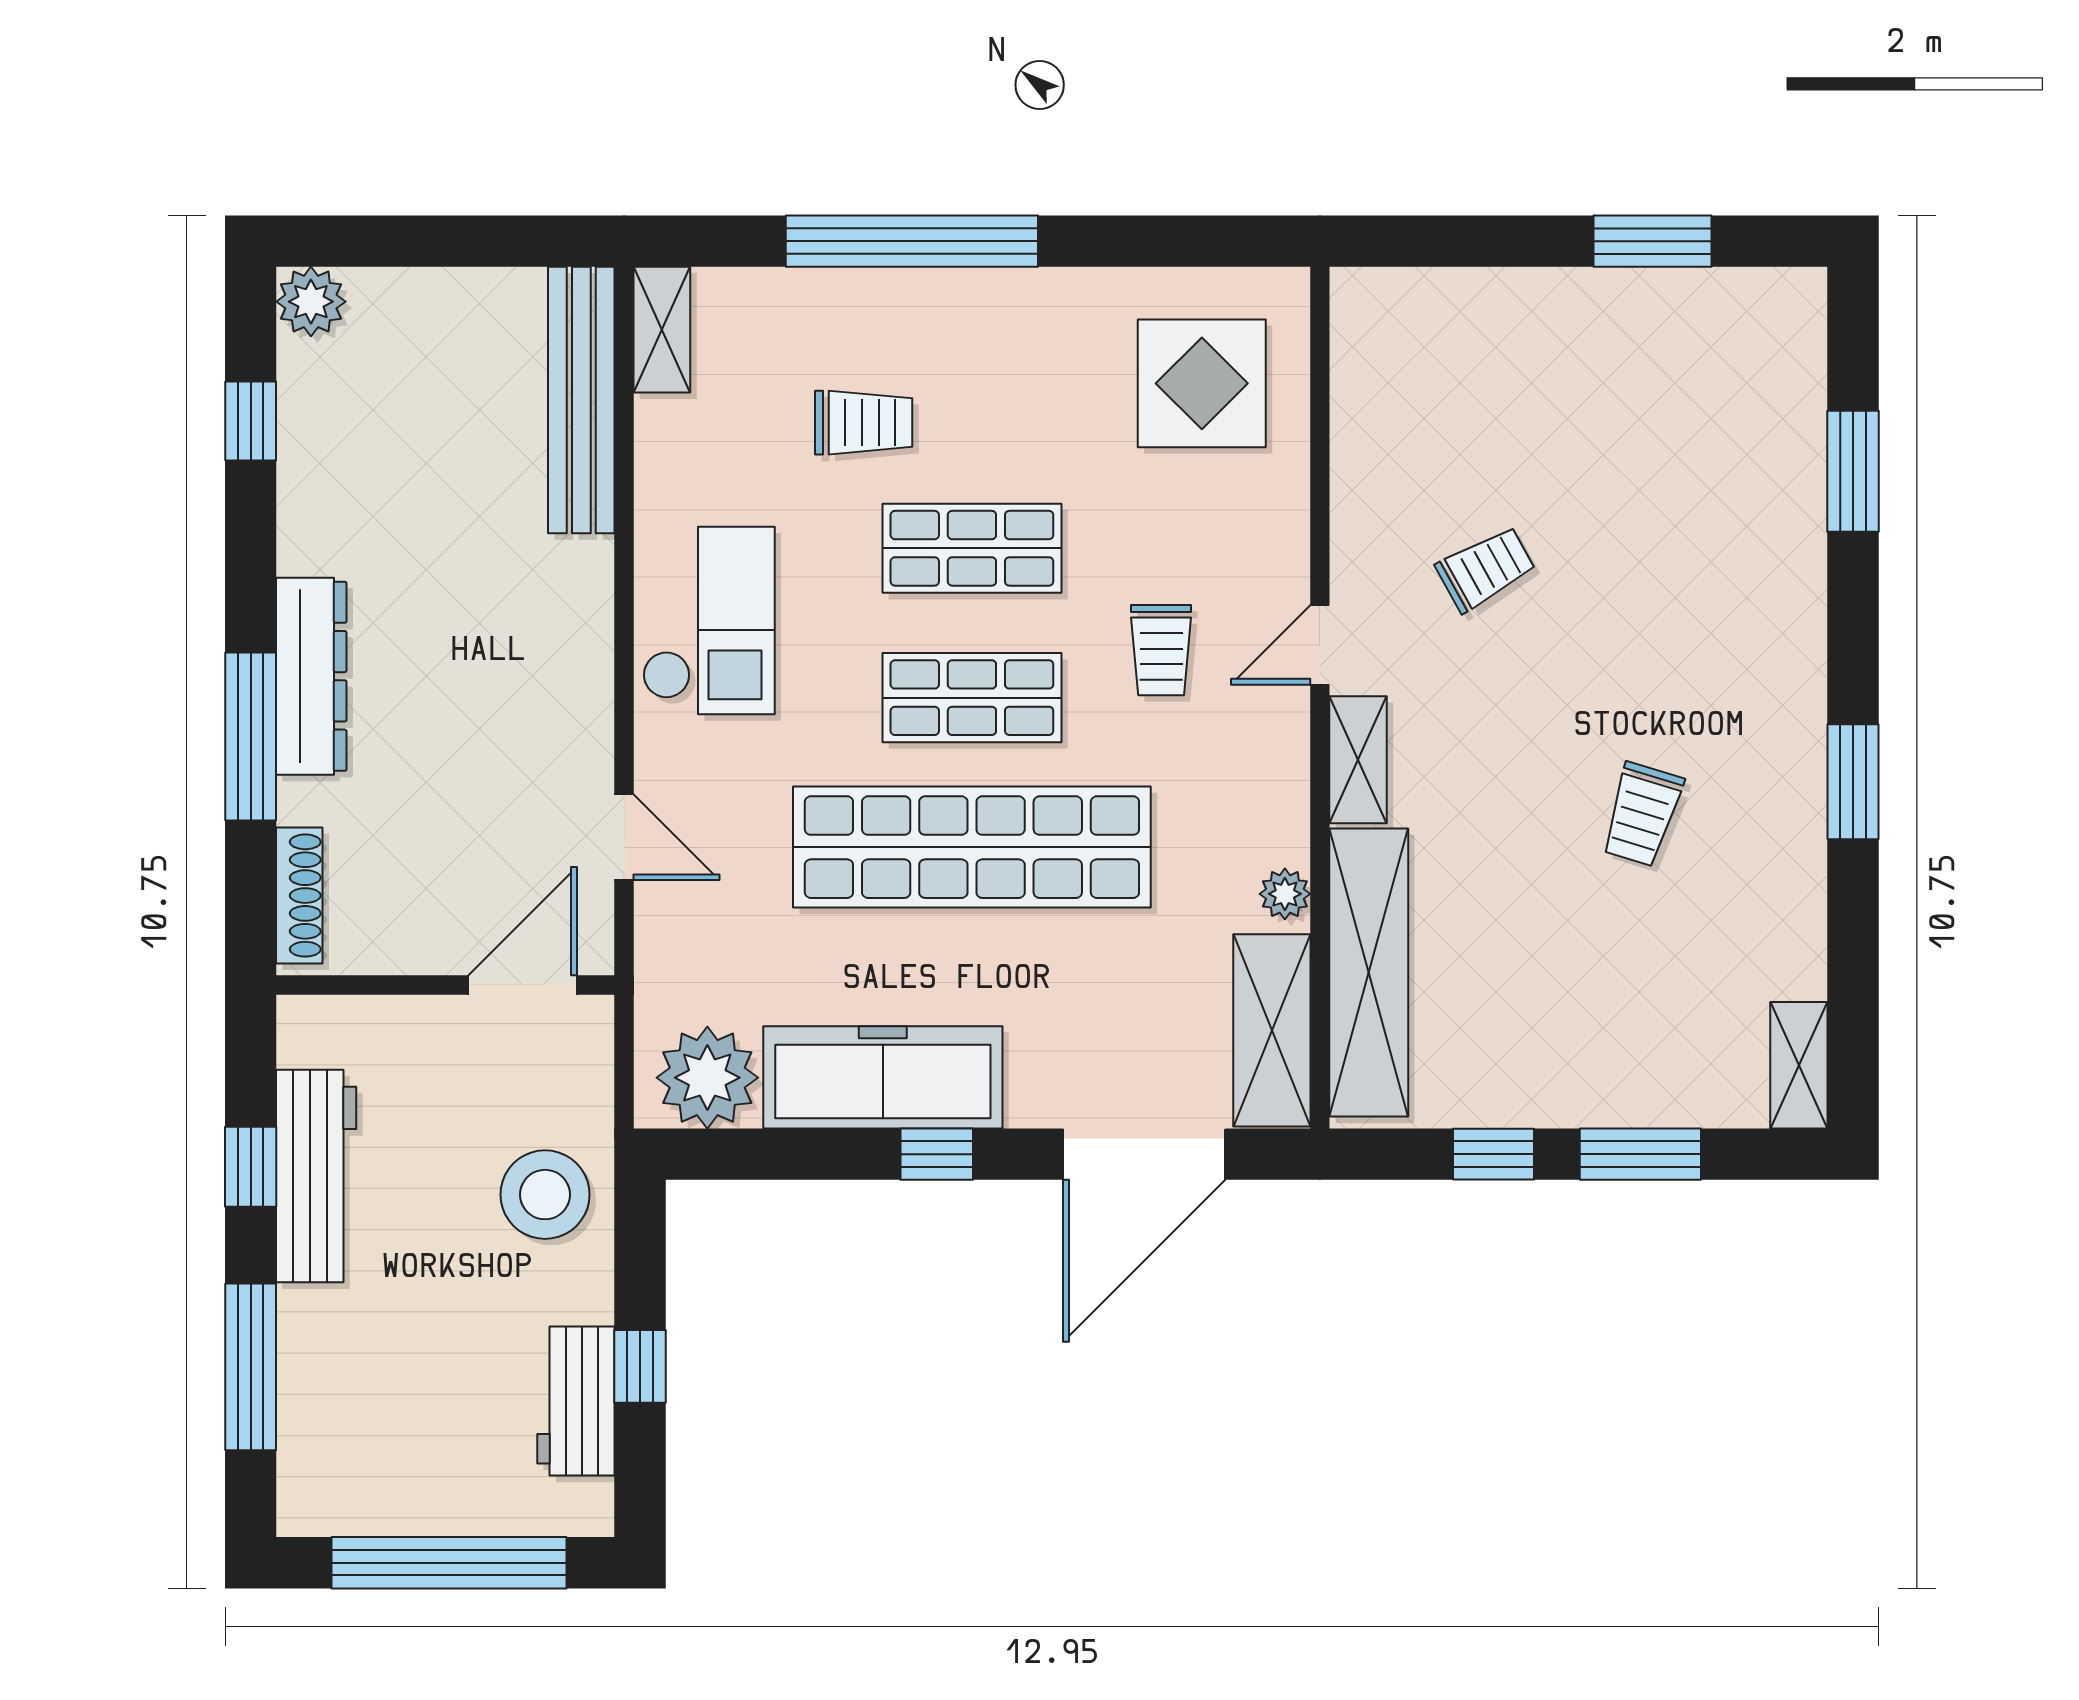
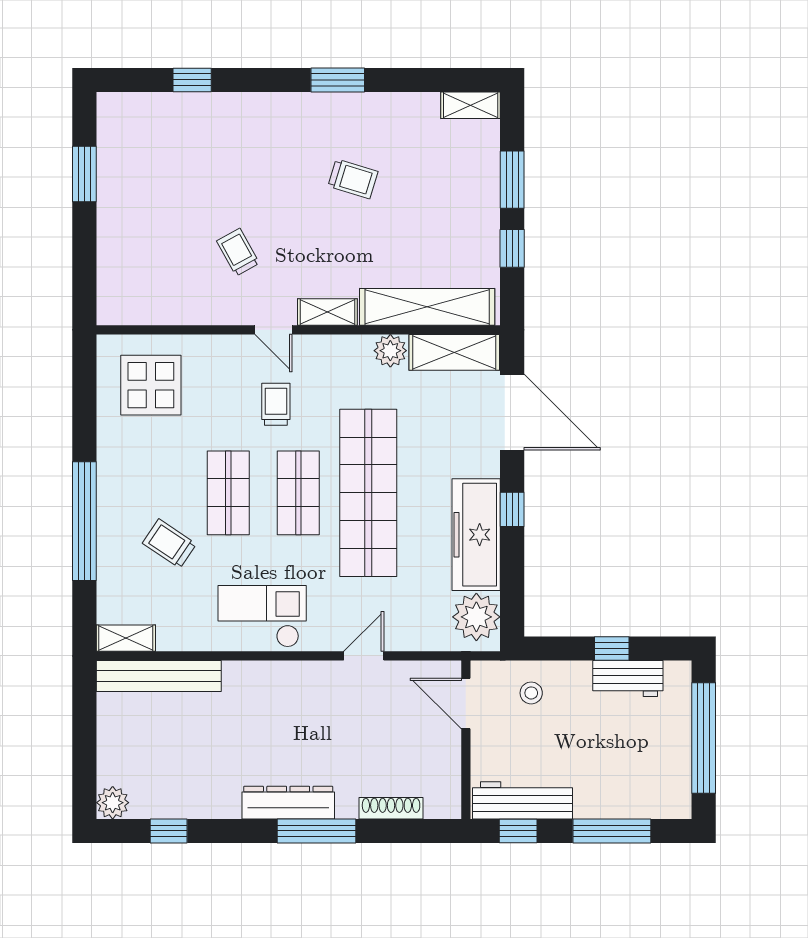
trolley: (864, 423) -> (169, 544), turned -56
window: (1853, 471) -> (192, 80), width x0.67
trolley: (1161, 650) -> (276, 404), turned -90
plant: (1285, 894) -> (390, 351), width x1.38, depth x1.38
wall: (445, 985) -> (466, 740), moved
door: (523, 985) -> (466, 703), moved
stool: (545, 1195) -> (531, 693), width x0.53, depth x0.53

